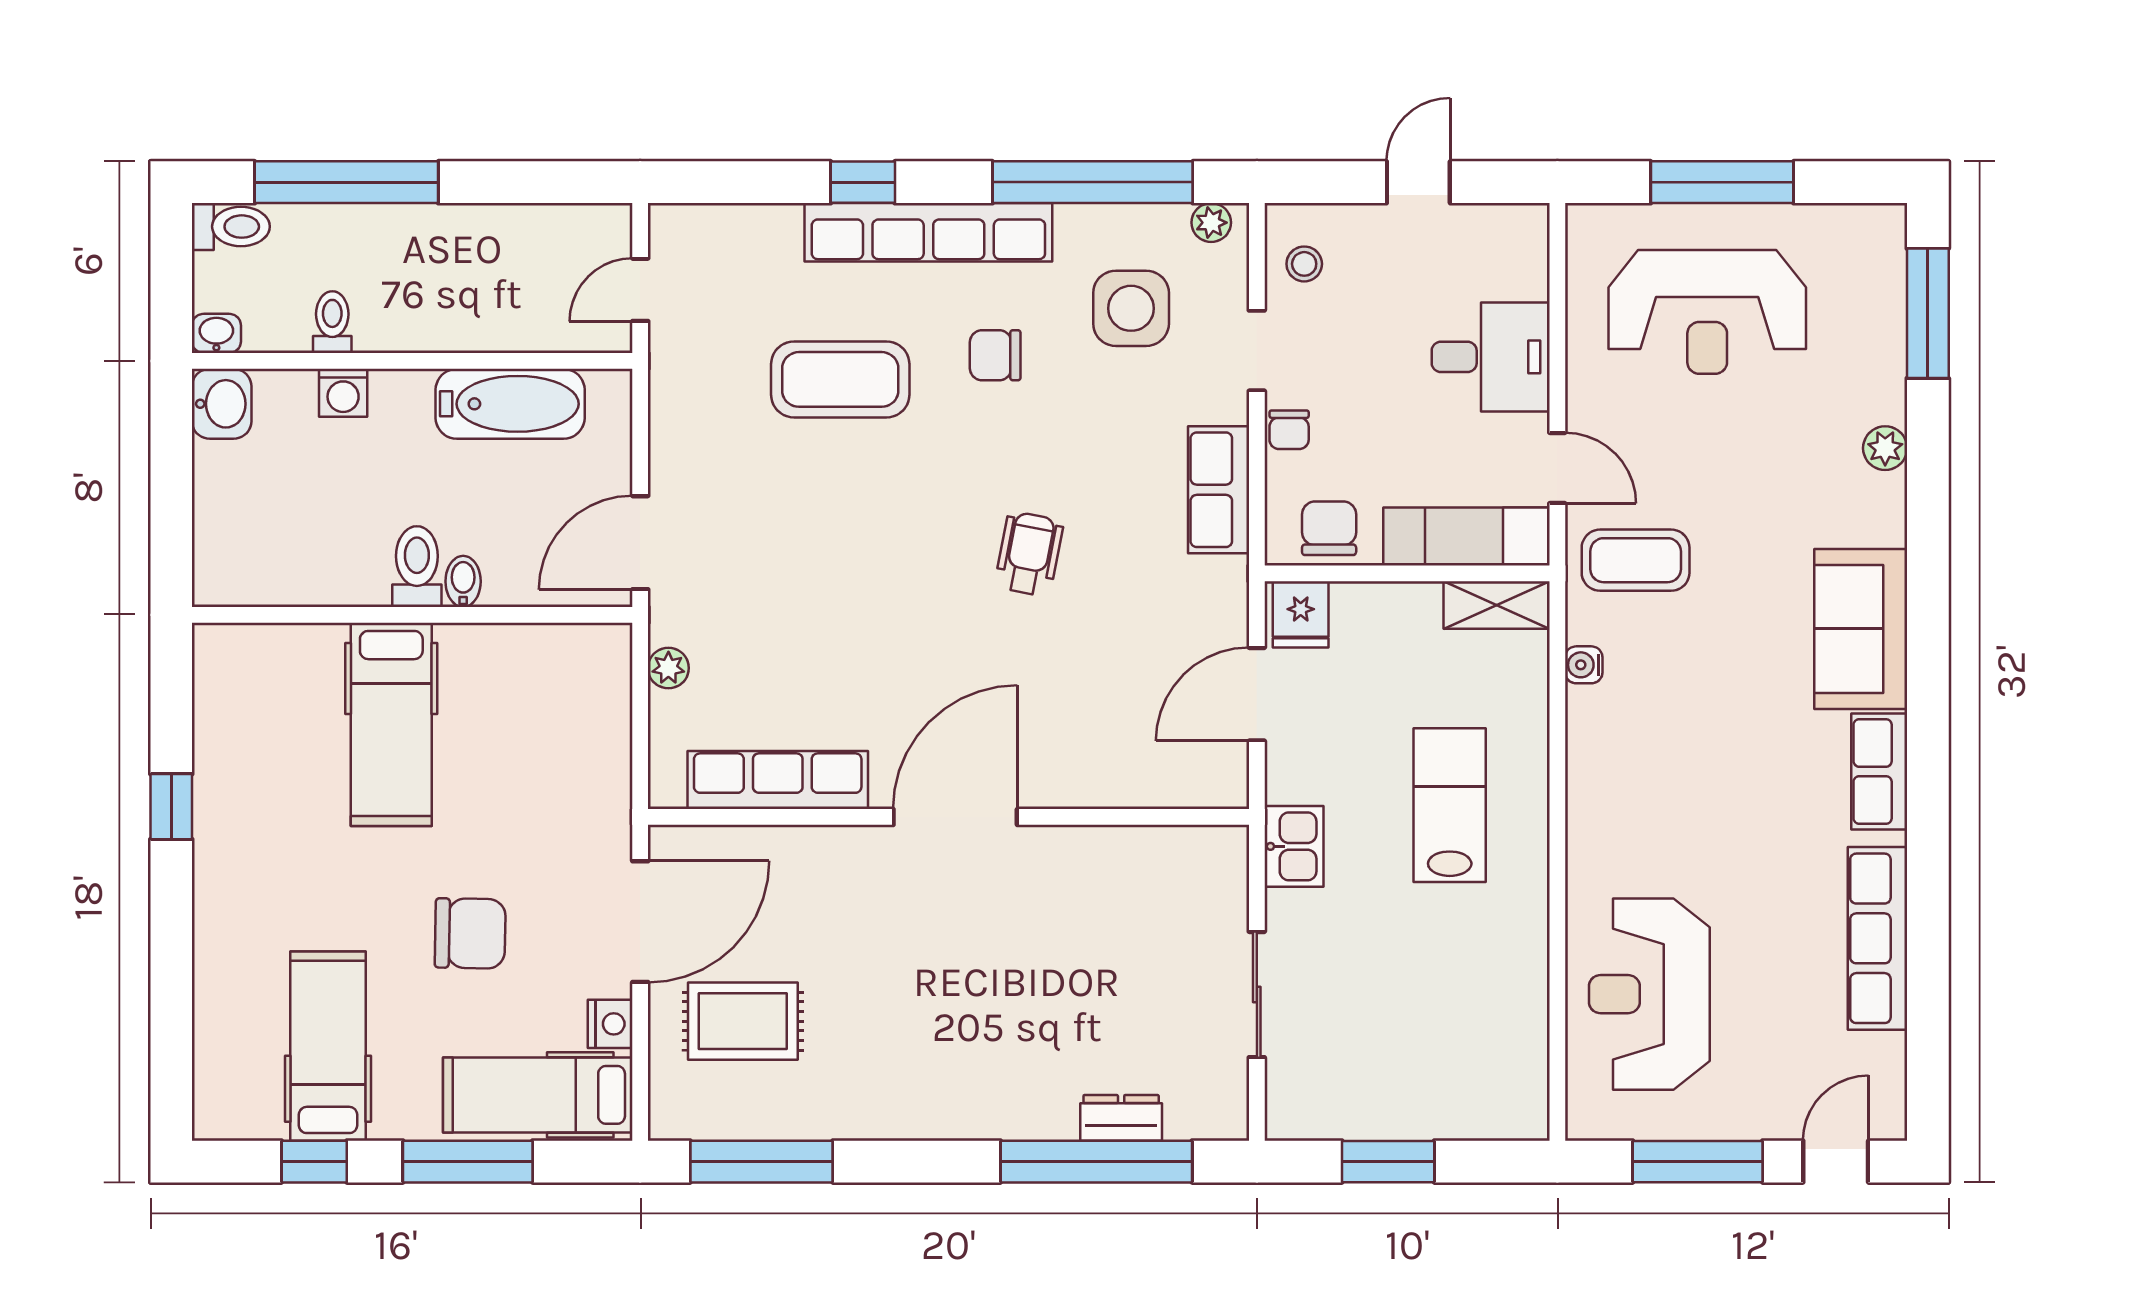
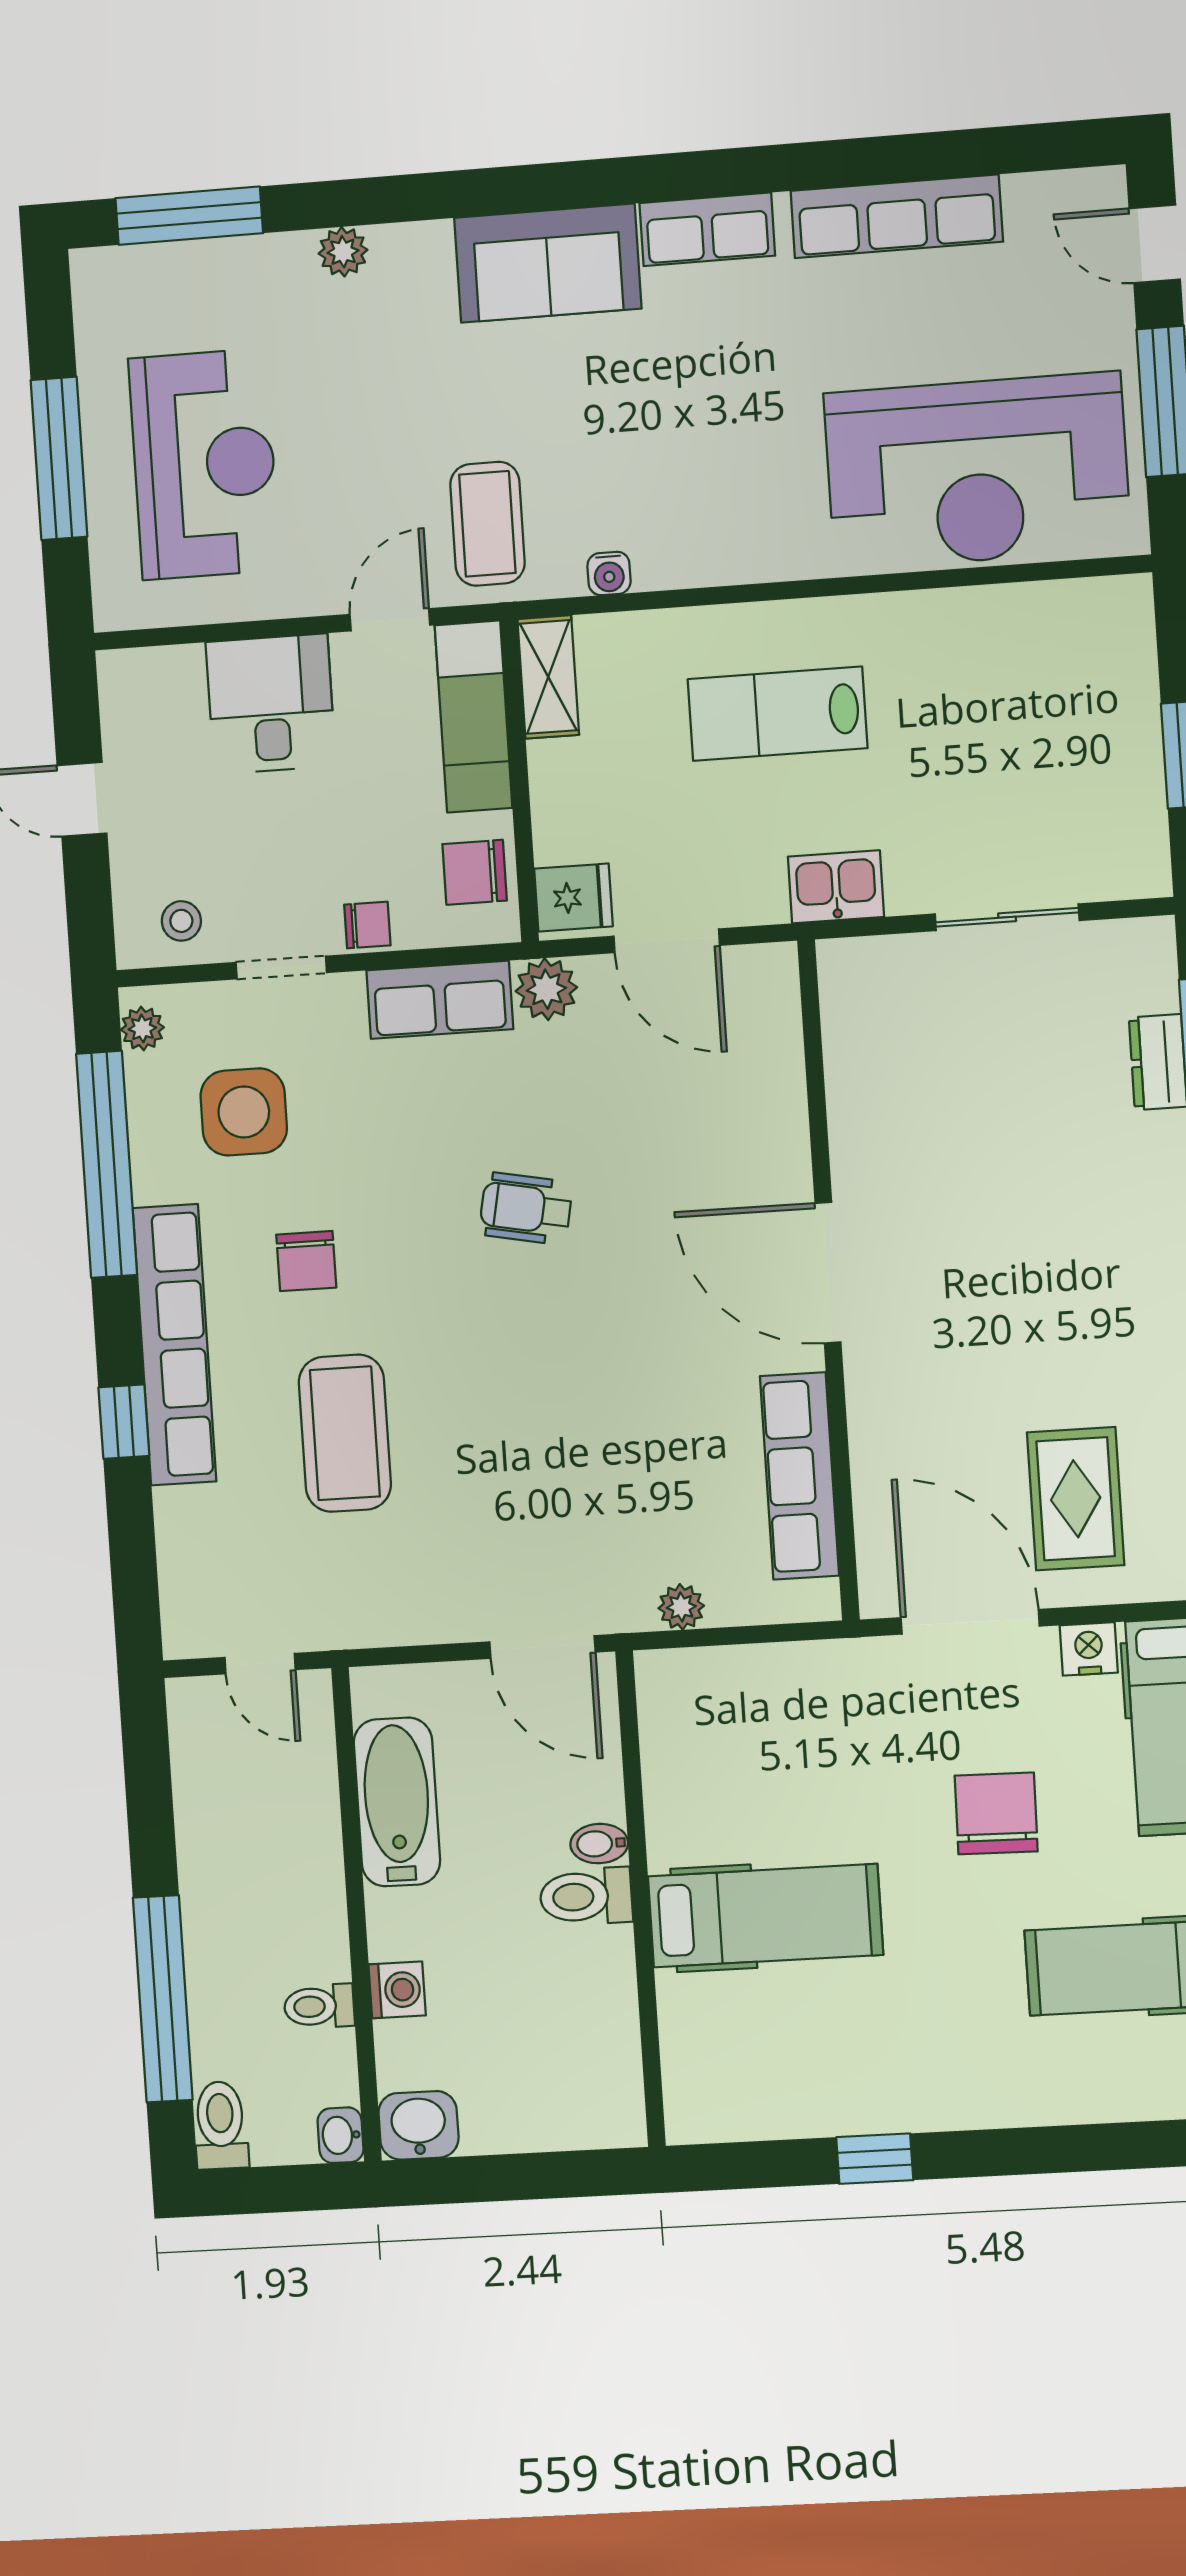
plant: (1221, 585) -> (546, 989), added
reception desk: (1649, 994) -> (977, 471), width x1.36, depth x1.30

